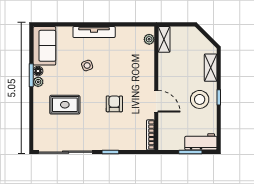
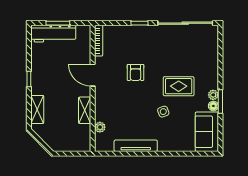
tv unit: (94, 32) -> (136, 146), moved
plant: (149, 39) -> (100, 127), moved
shelving: (164, 39) -> (85, 110), moved
stool: (200, 99) -> (48, 77), removed
rug: (65, 105) -> (179, 86), moved
workbench: (201, 142) -> (53, 34), width x1.37

